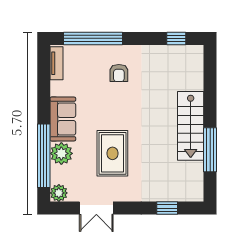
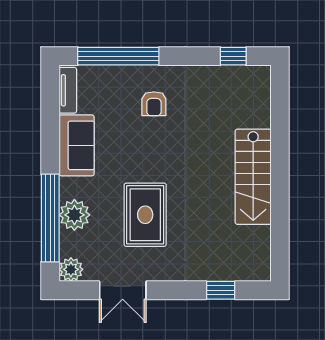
sofa: (63, 119) -> (77, 145), moved
window: (210, 150) -> (280, 210), removed

